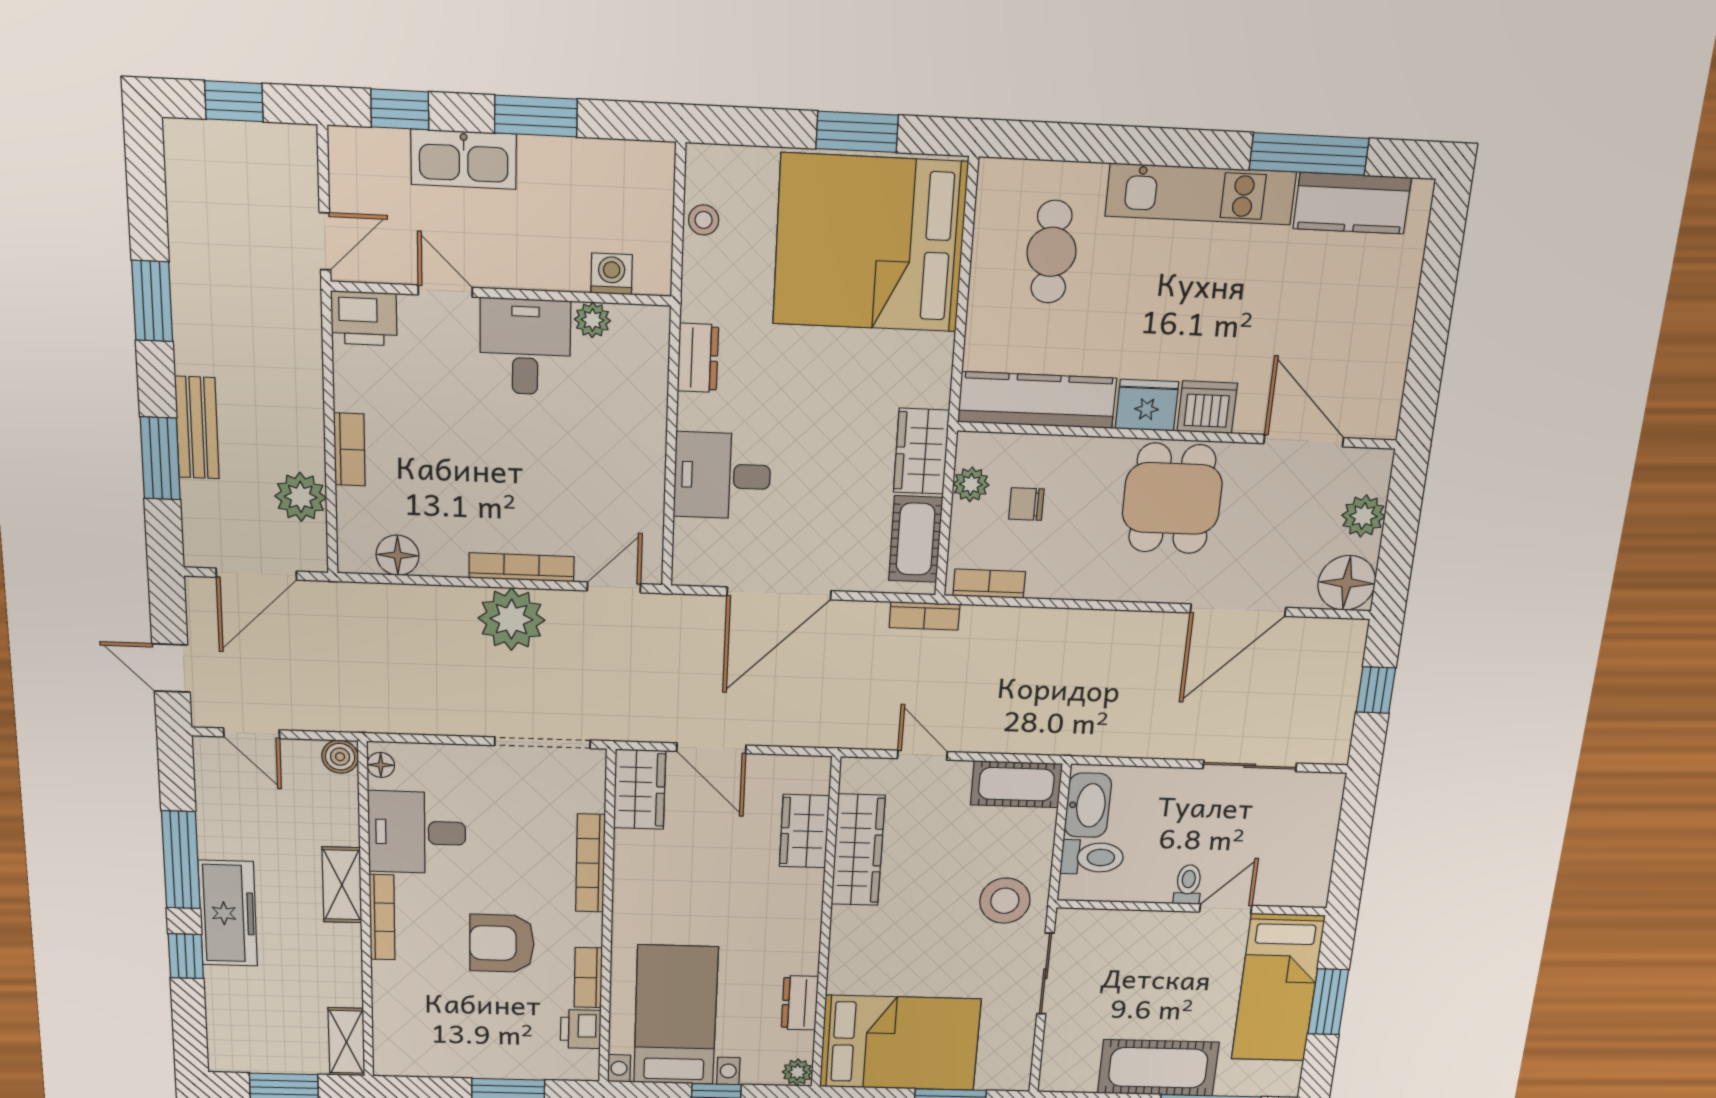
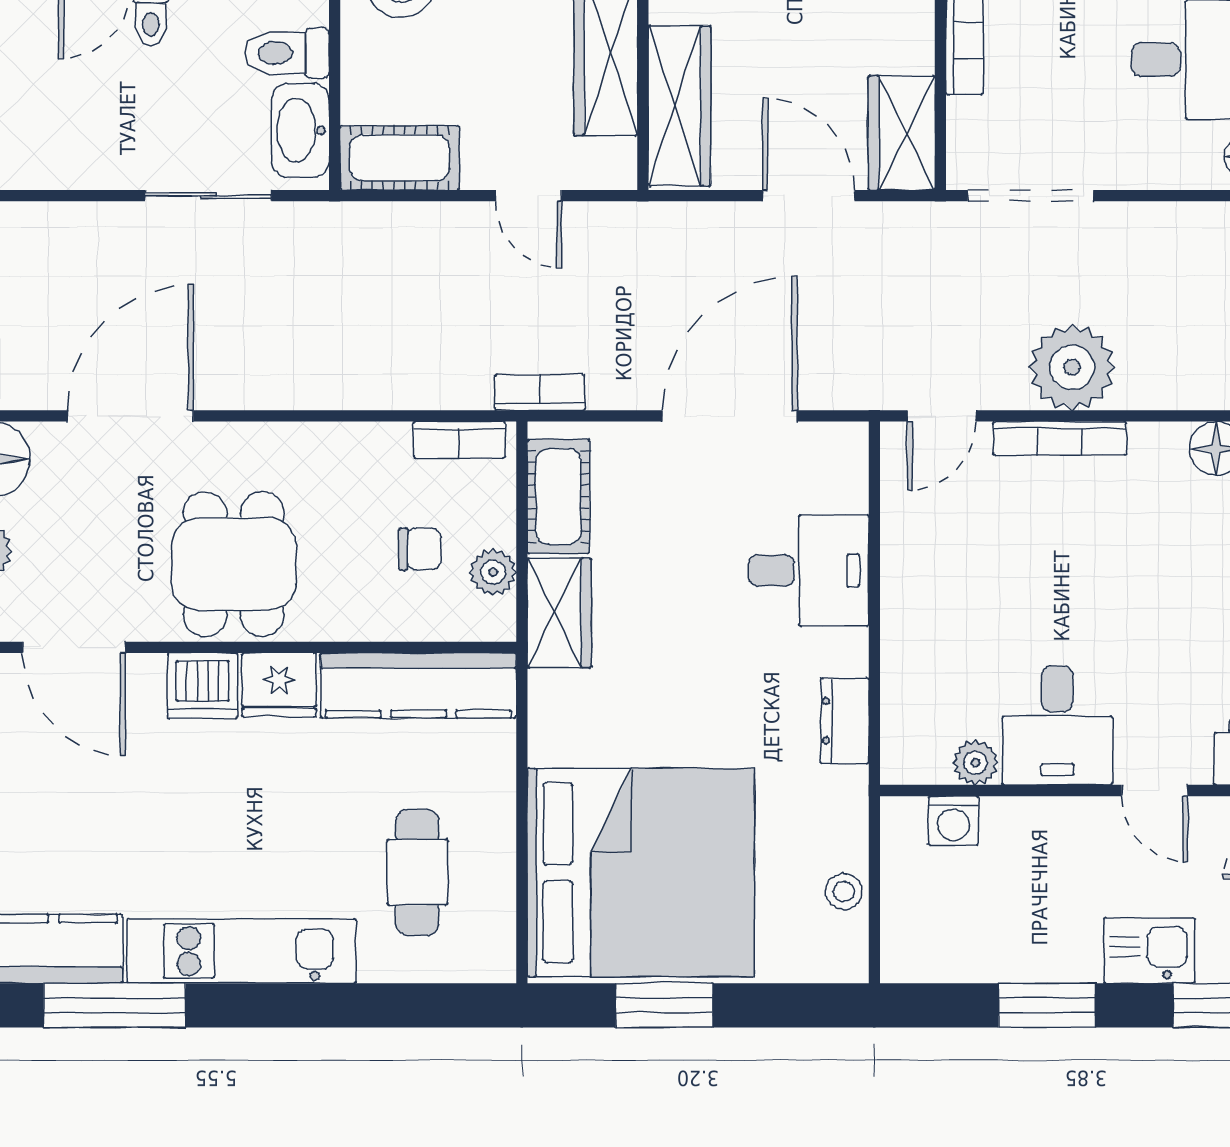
kitchen sink: (464, 159) -> (1149, 950), width x0.73
sliding door: (1250, 766) -> (208, 196), moved
wardrobe: (804, 831) -> (680, 106), width x1.50

